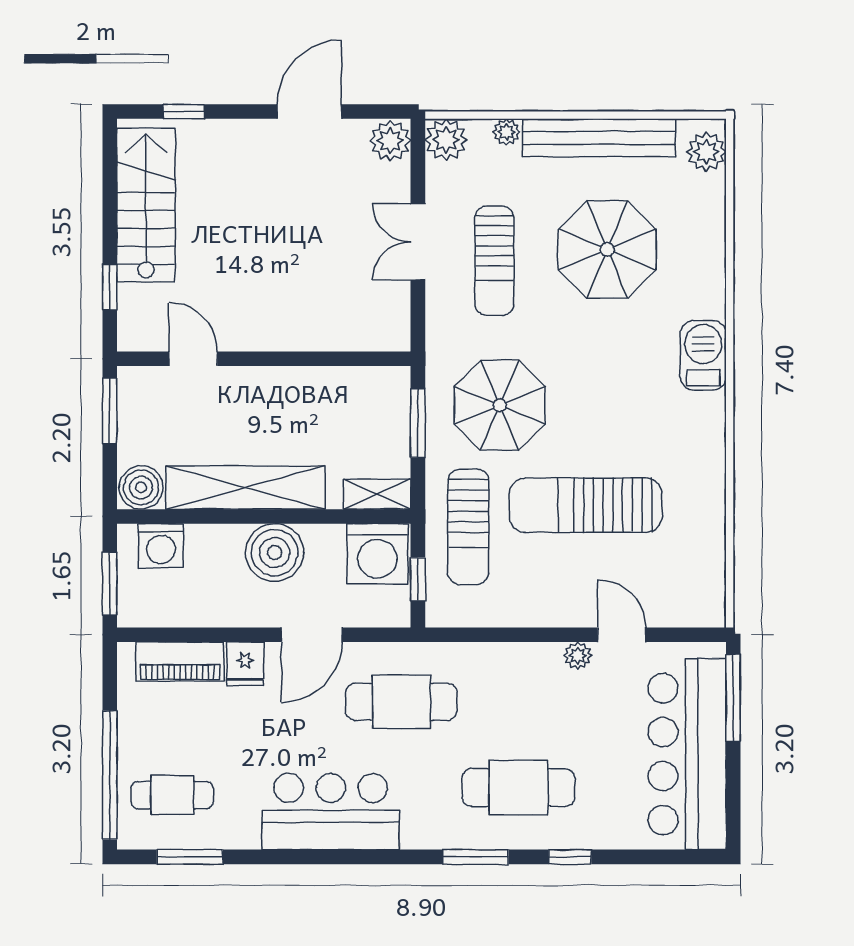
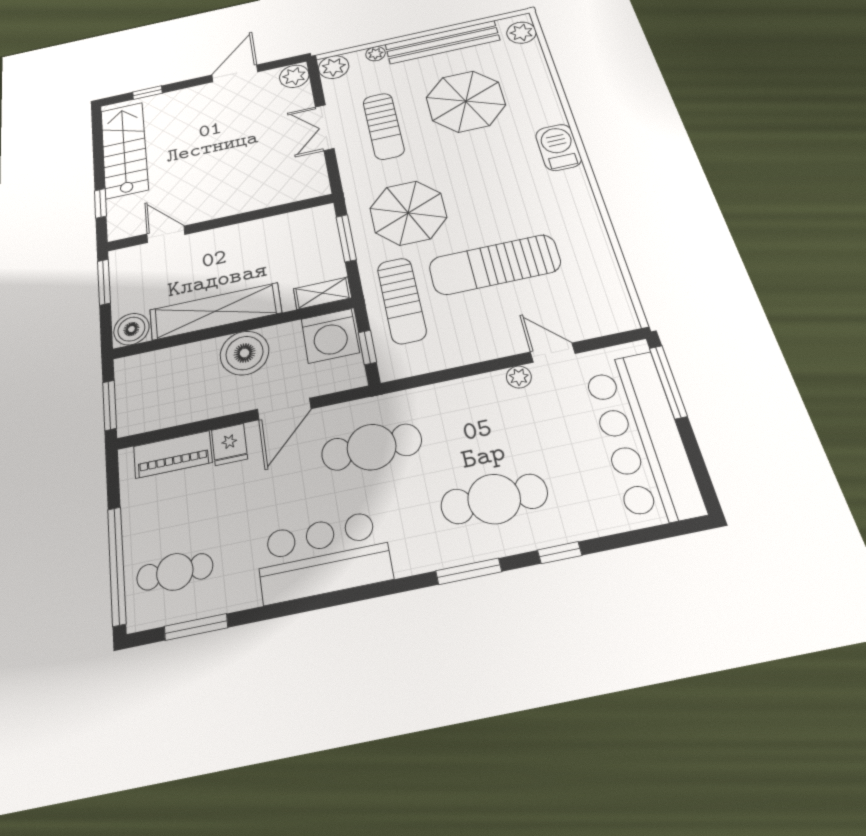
washing machine: (161, 546) -> (150, 368), removed

